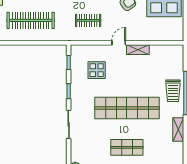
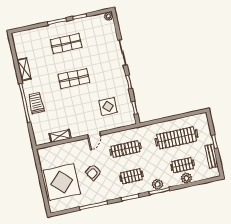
clothes rail: (88, 20) -> (125, 149), width x1.36
shelving: (138, 50) -> (60, 136), moved
shop shelf: (127, 108) -> (74, 79), width x0.50, depth x0.74

